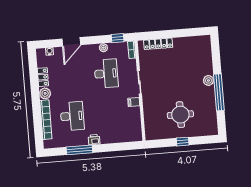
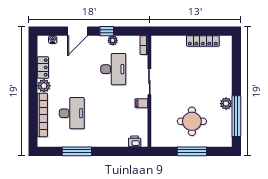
window: (118, 38) -> (107, 31), moved
locker: (158, 44) -> (203, 41), moved
plant: (208, 80) -> (226, 104), moved
window: (219, 92) -> (236, 116), moved
printer: (94, 140) -> (135, 141), moved
window: (183, 142) -> (192, 151), width x2.17

